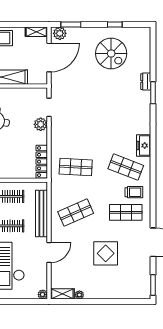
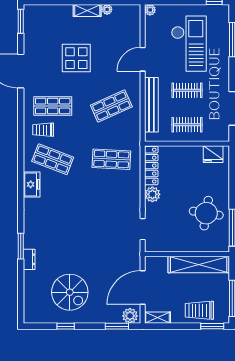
spiral stairs: (111, 54) -> (70, 292), turned 180
plant: (41, 124) -> (152, 194), moved
shelving: (62, 294) -> (87, 11), moved

